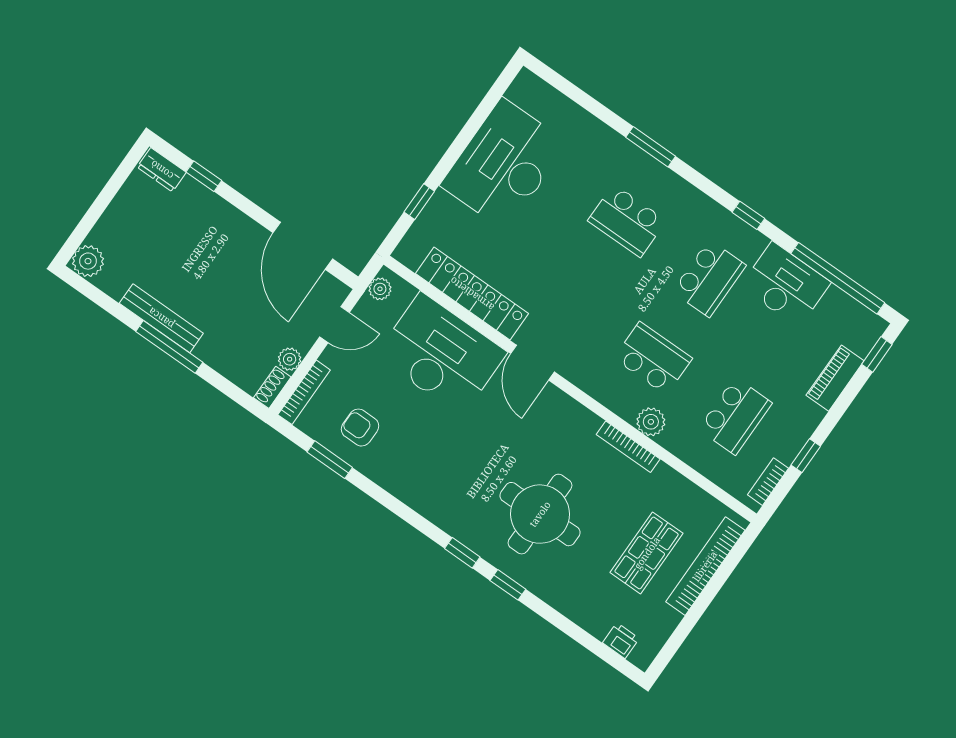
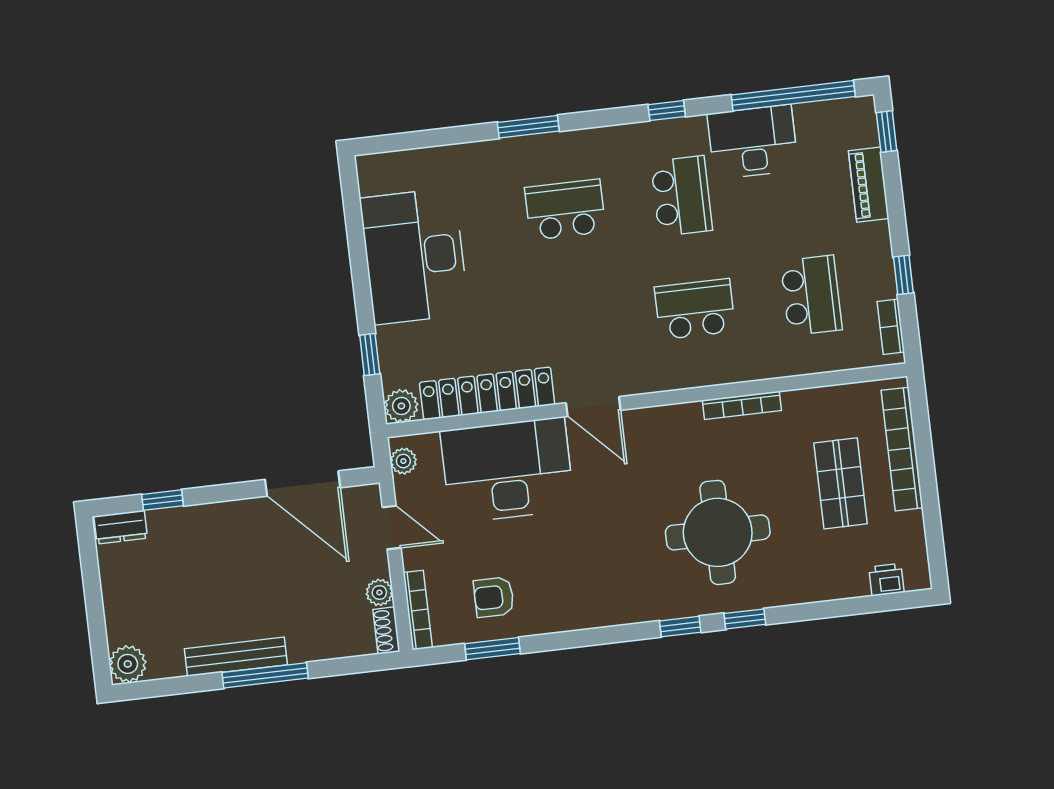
school desk: (627, 221) -> (565, 210), turned 180
door: (335, 325) -> (392, 527), hinge flipped
plant: (651, 422) -> (401, 406), moved

